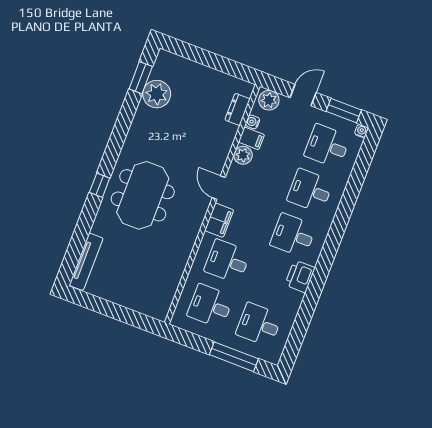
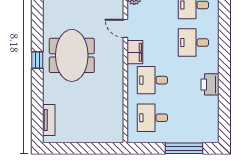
tv unit: (86, 262) -> (49, 120), width x0.71
printer: (300, 276) -> (210, 84), moved
desk: (259, 325) -> (193, 118), removed

